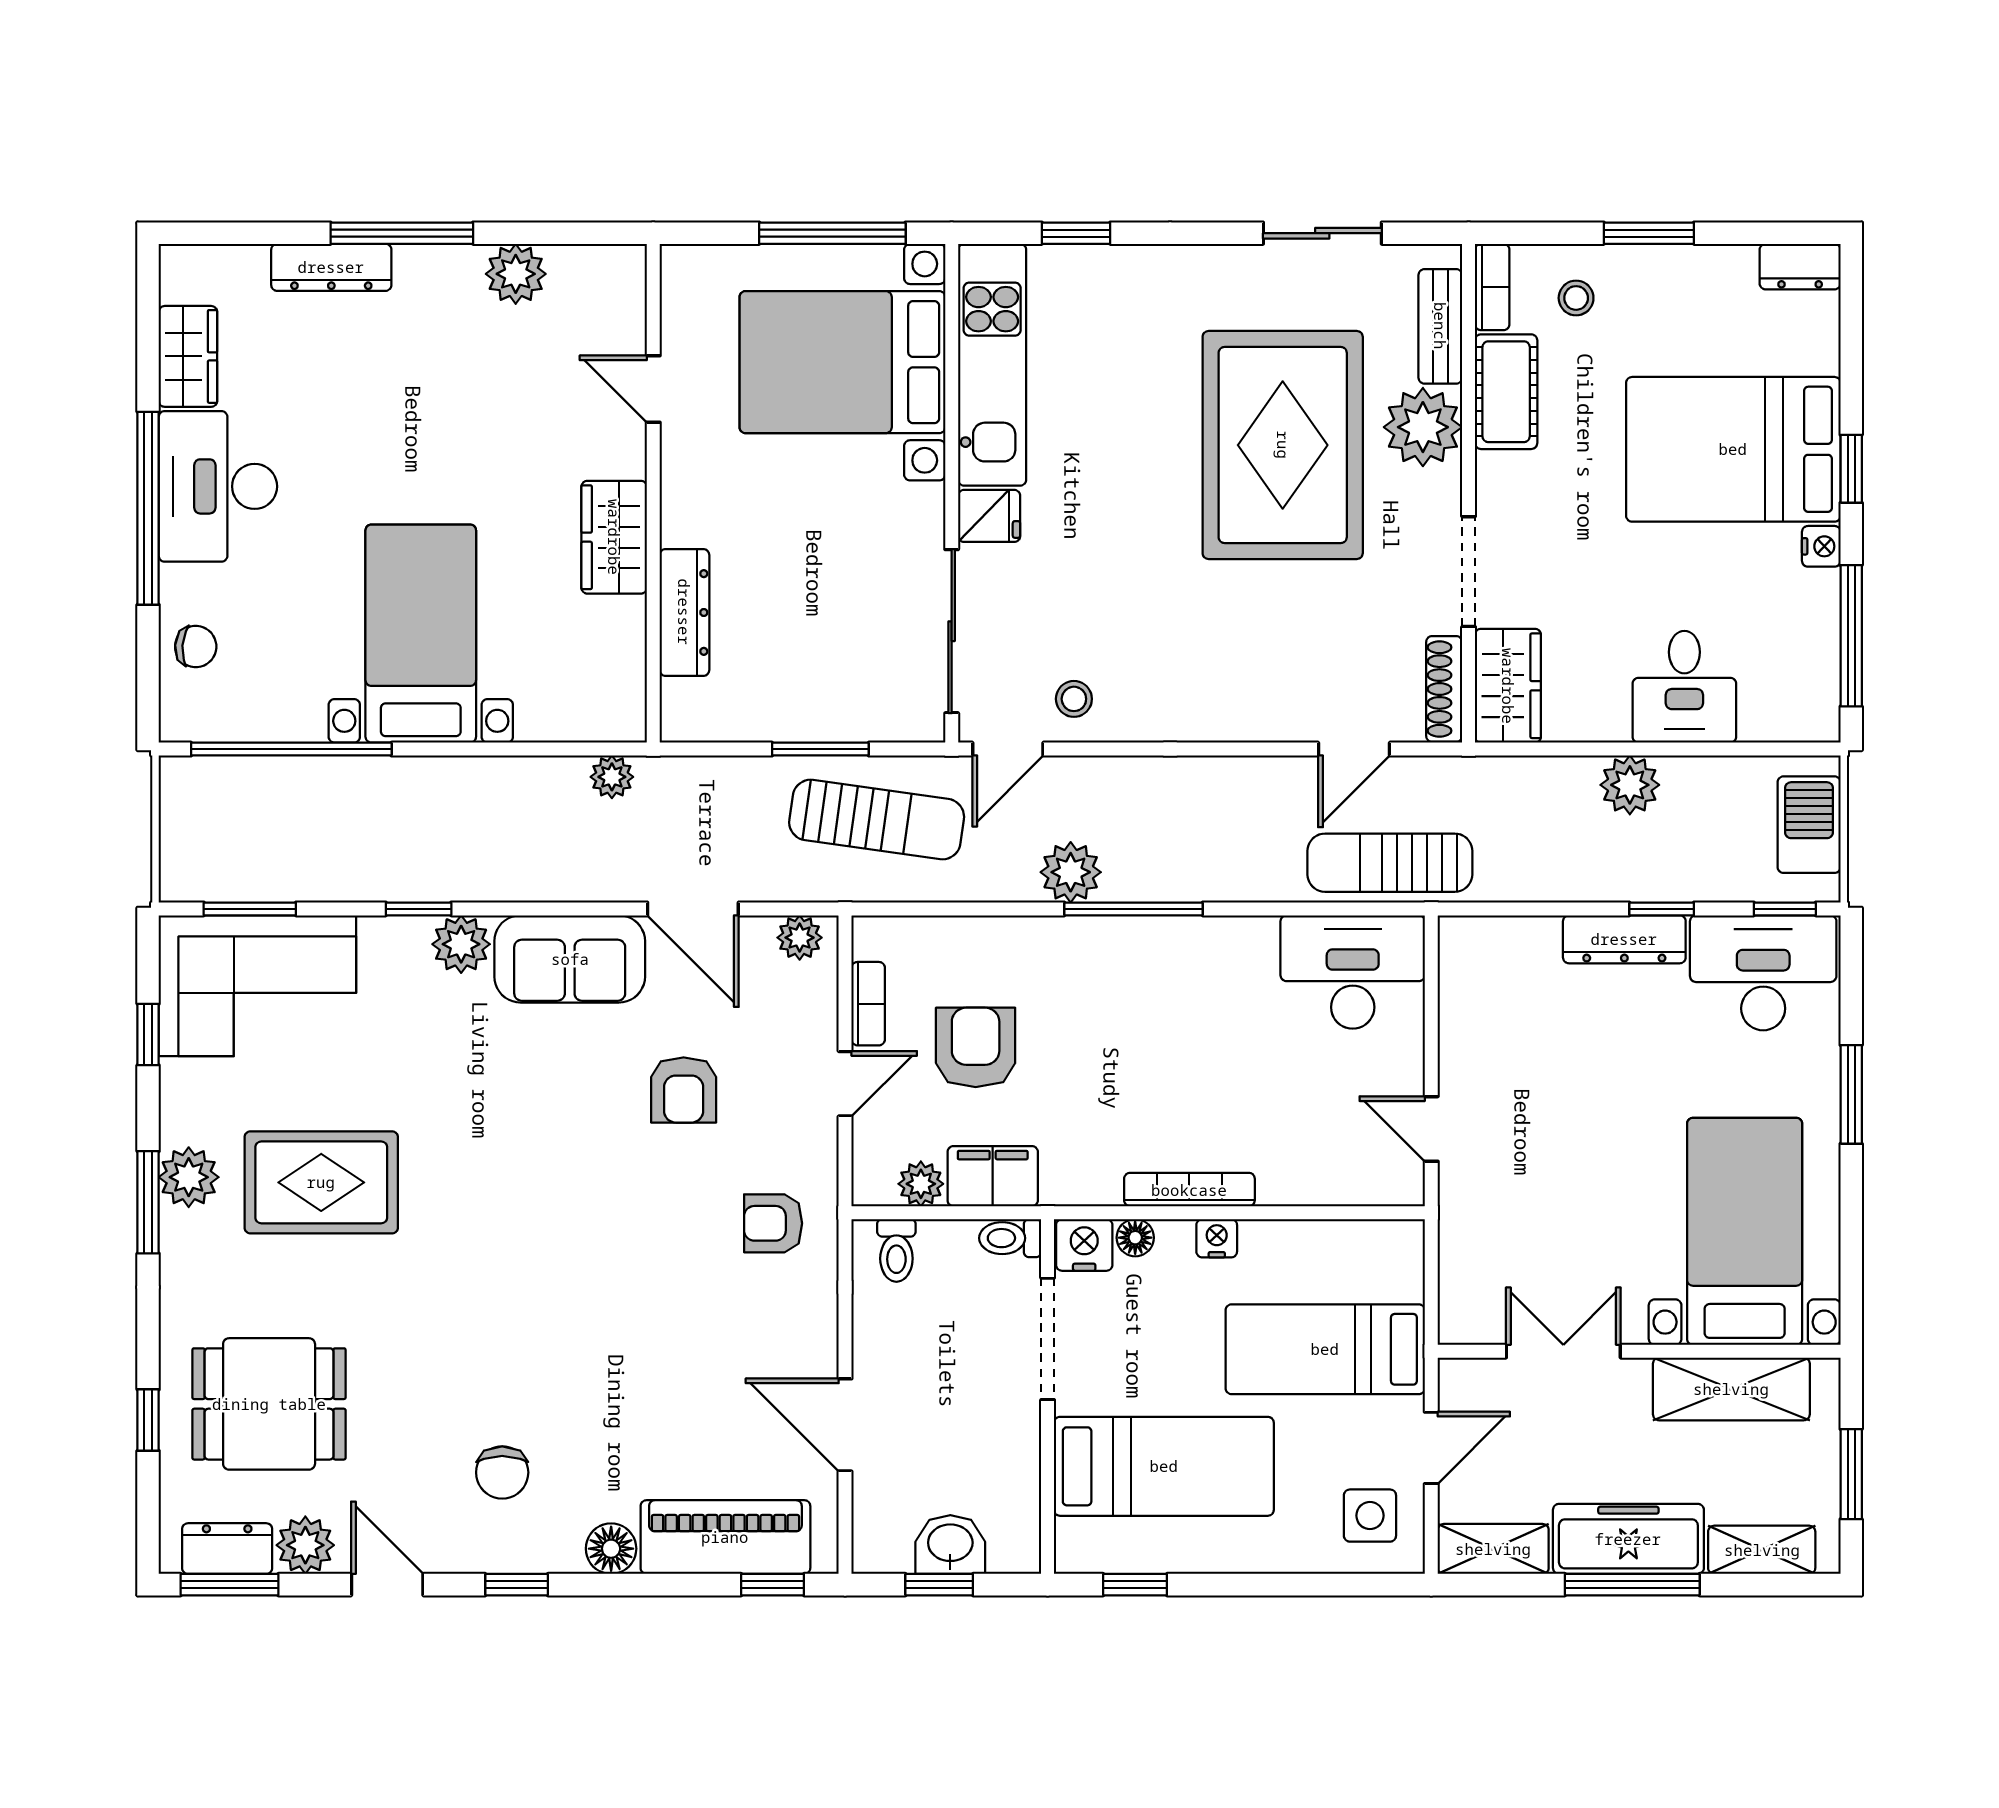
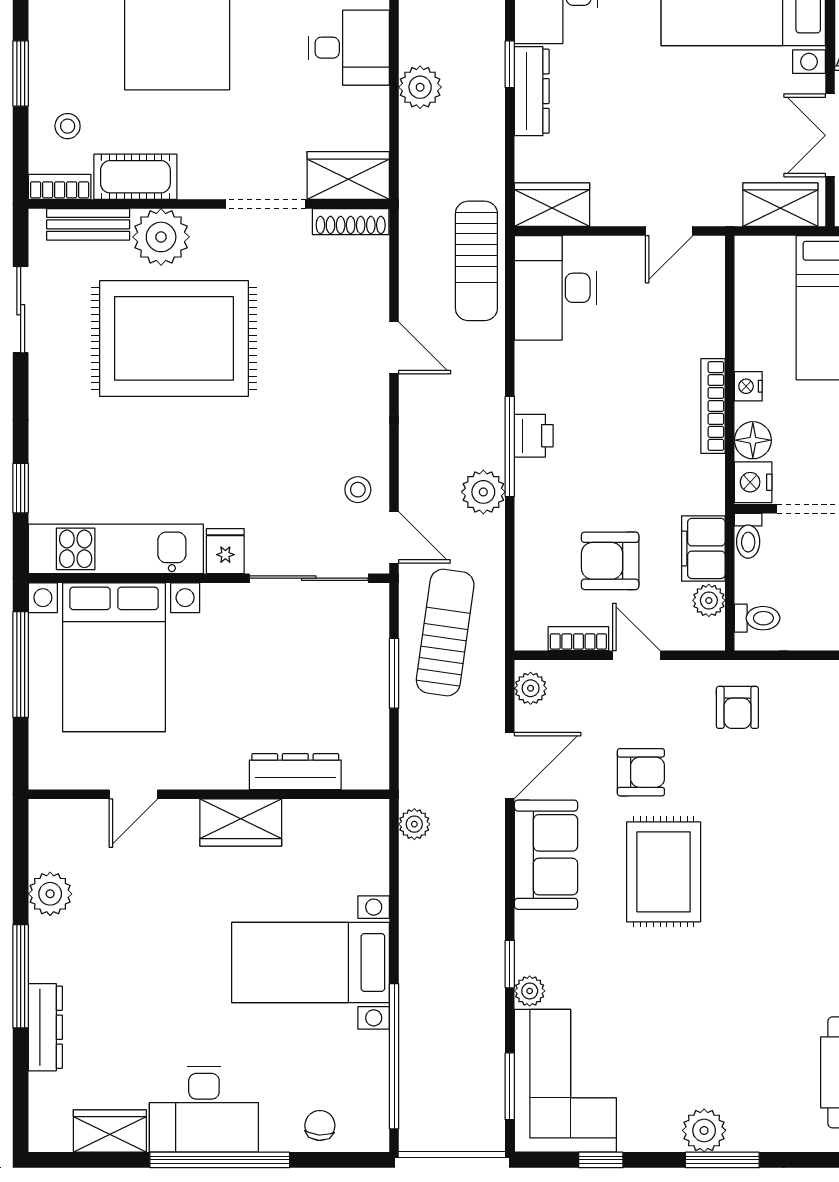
door: (1354, 749) -> (394, 348), moved
printer: (1148, 942) -> (534, 436), added
plant: (461, 944) -> (530, 991), moved, width x0.73, depth x0.73
wardrobe: (1468, 967) -> (552, 205), added
rug: (321, 1182) -> (664, 872), moved
floor lamp: (1135, 1238) -> (753, 440), width x1.37, depth x1.37
wardrobe: (1468, 1283) -> (780, 205), added

